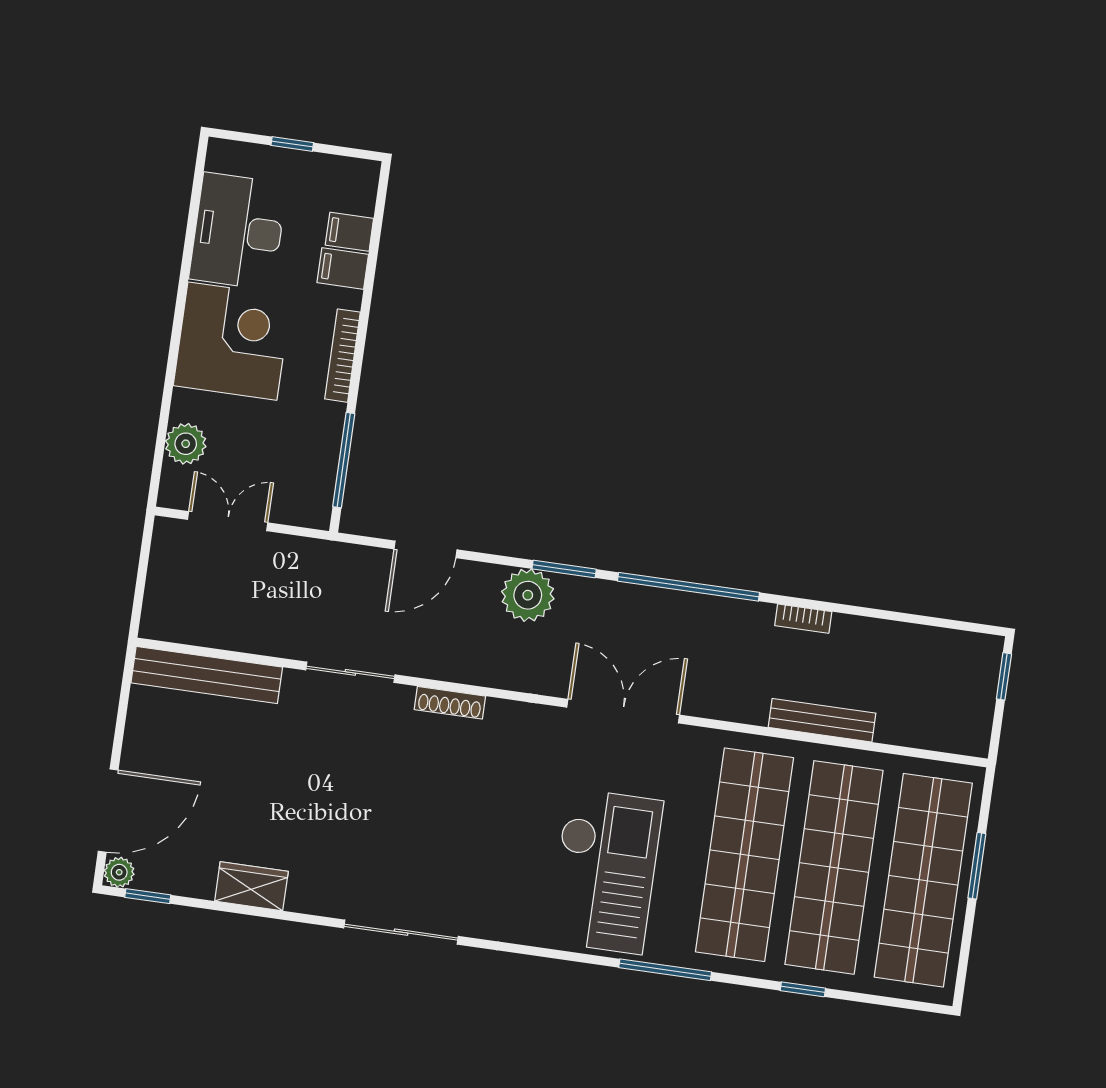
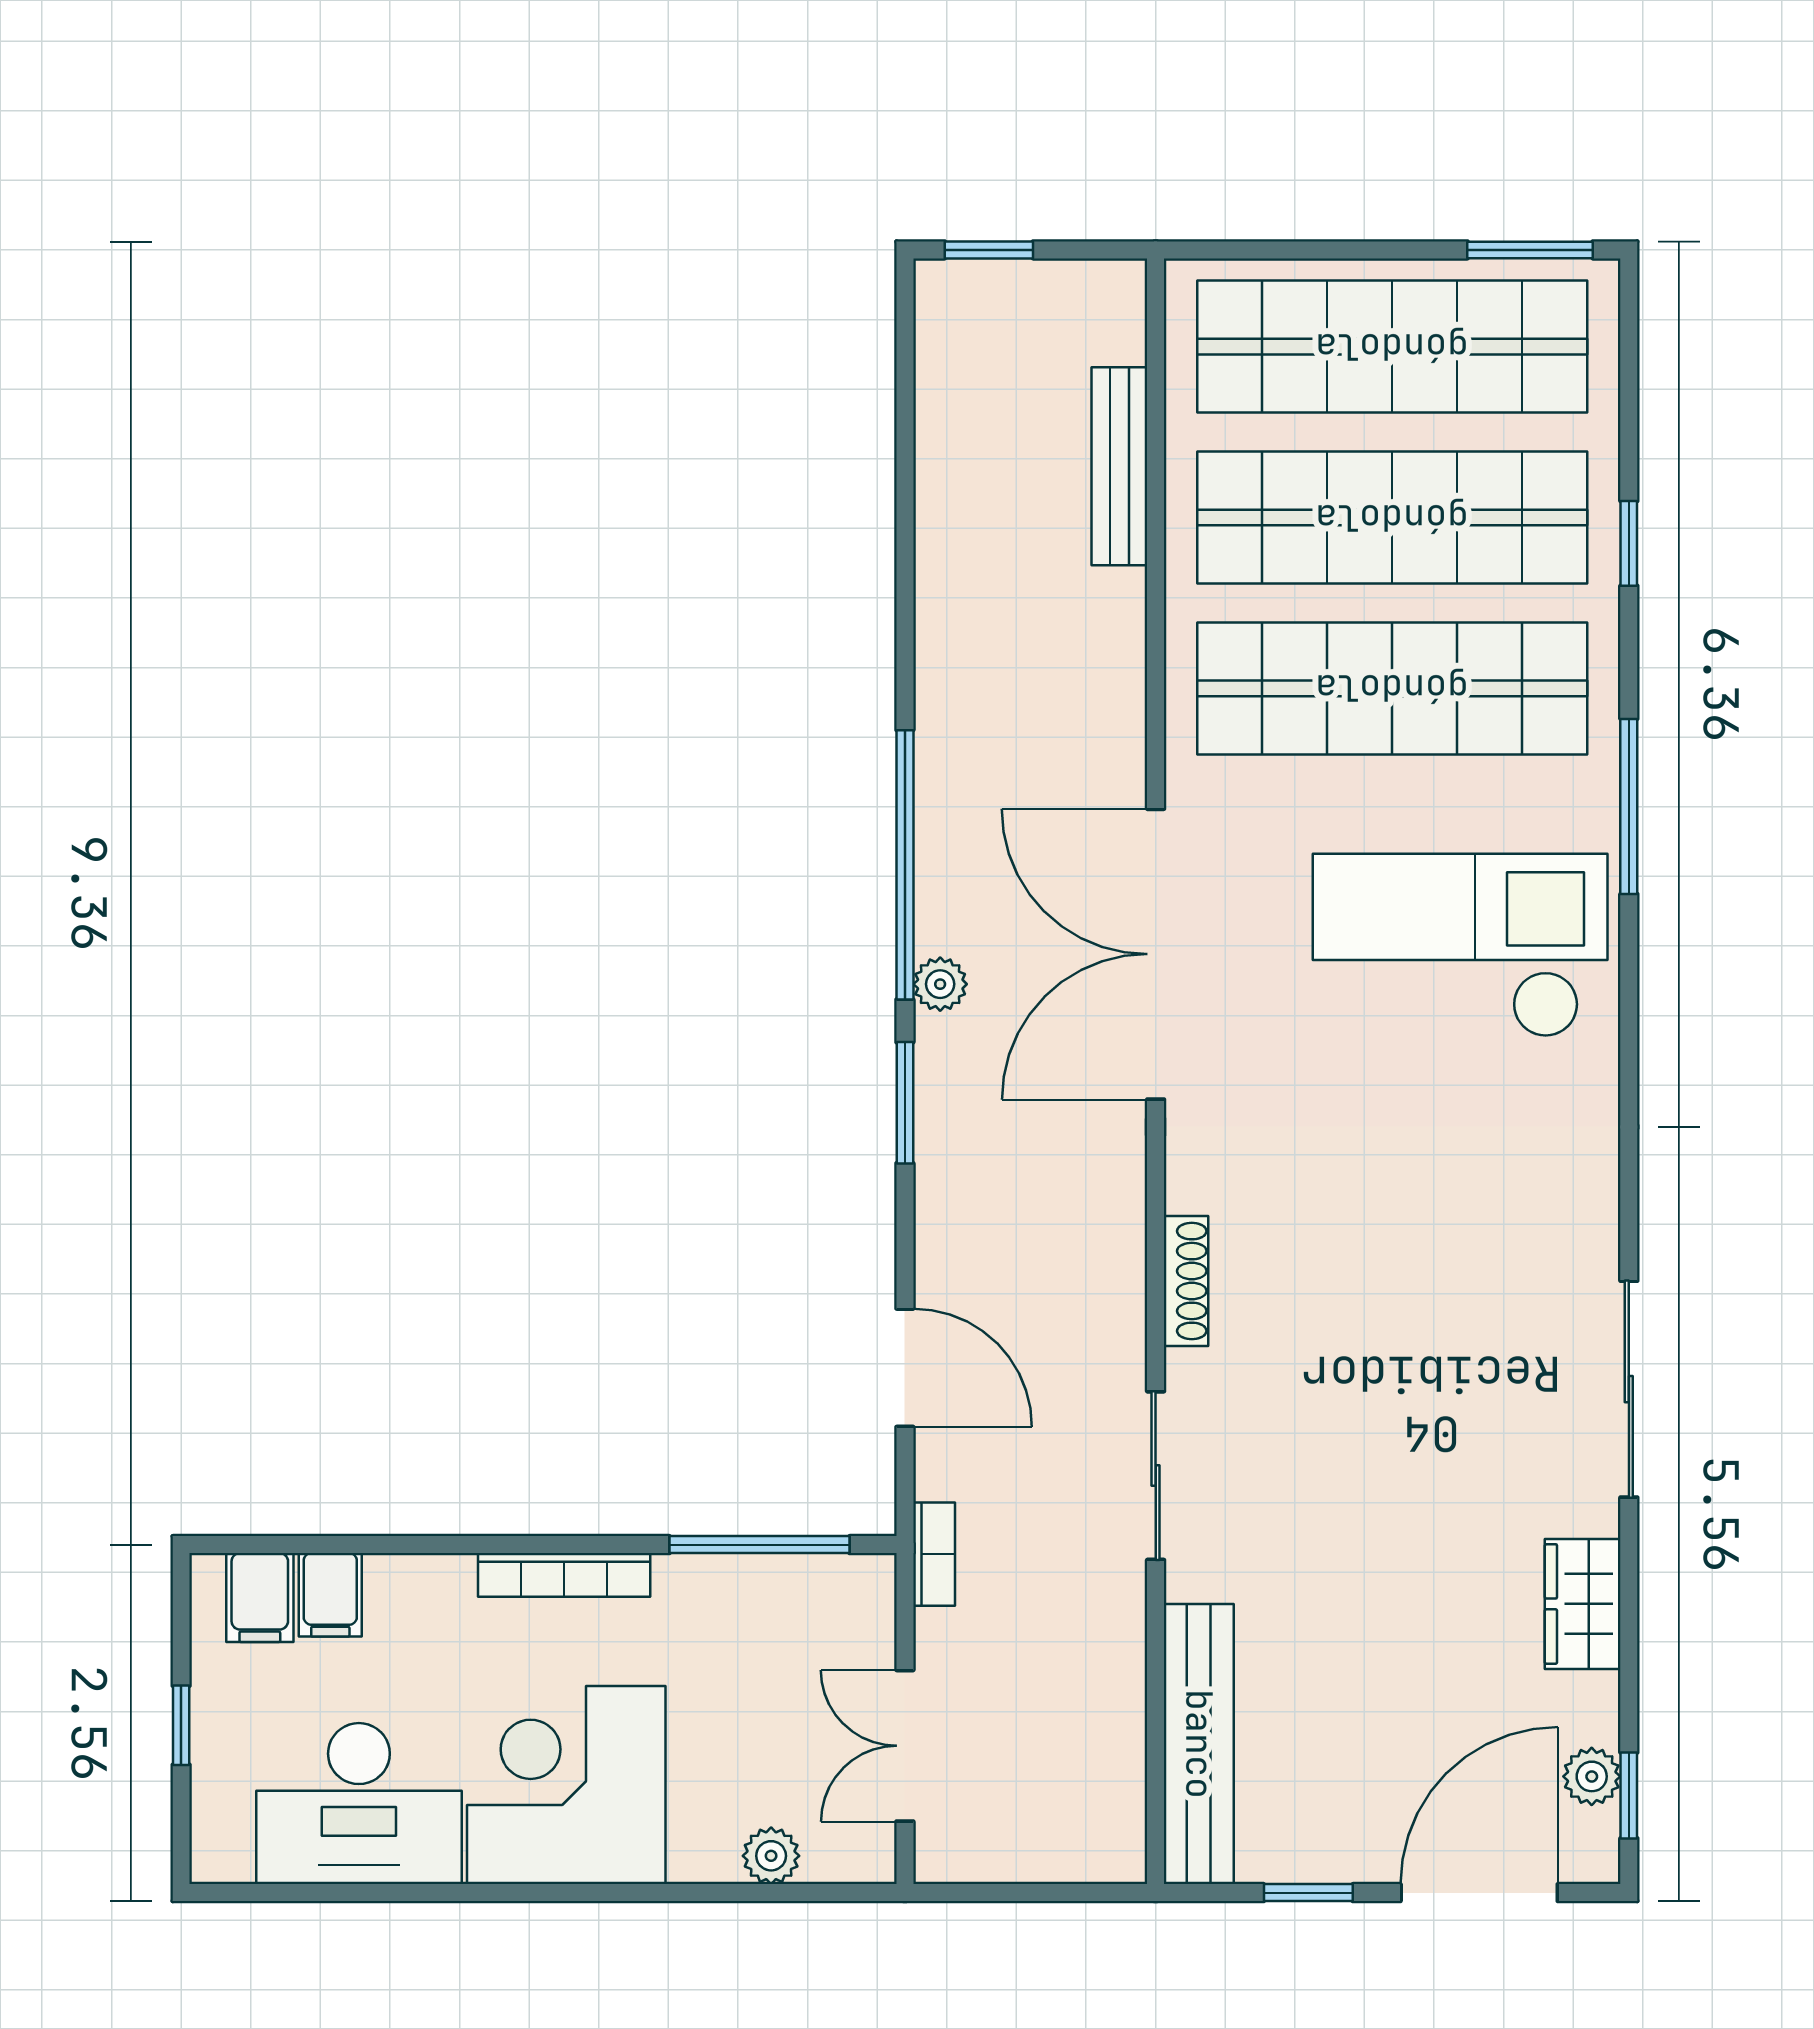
filing cabinet: (343, 268) -> (260, 1598), moved
plant: (186, 444) -> (771, 1856), width x0.73, depth x0.73
plant: (528, 595) -> (940, 984), moved, width x0.53, depth x0.53
bookcase: (803, 619) -> (934, 1554), moved
double door: (623, 711) -> (1156, 954), width x1.36
bench: (822, 720) -> (1119, 466), moved
window: (121, 721) -> (1308, 1893), added
door: (108, 811) -> (1479, 1893), hinge flipped
window: (977, 866) -> (1530, 250), moved
plant: (119, 872) -> (1592, 1776), moved
sliding door: (401, 932) -> (1629, 1389), moved

